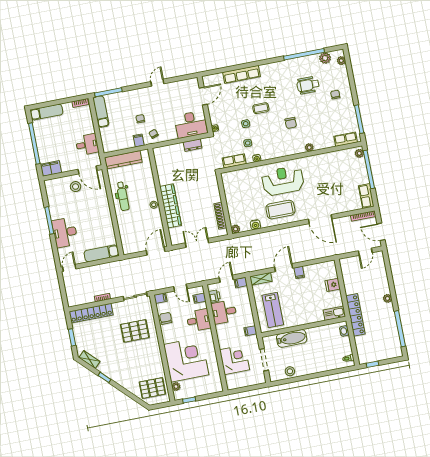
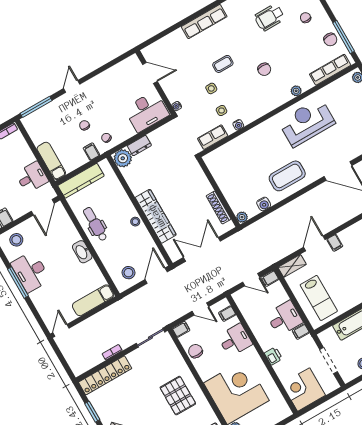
row of seats: (242, 74) -> (204, 22), moved
door: (157, 83) -> (72, 86), moved
door: (203, 96) -> (150, 73), hinge flipped
exam couch: (101, 112) -> (51, 161), moved
chair: (348, 118) -> (330, 40), added
row of seats: (346, 139) -> (330, 70), width x1.48
dresser: (193, 145) -> (139, 146), moved
plant: (161, 154) -> (123, 158), added
door: (87, 170) -> (43, 207), hinge flipped
reception desk: (283, 181) -> (307, 122), moved
stool: (76, 187) -> (16, 240), moved
dental chair: (123, 196) -> (95, 224), turned 180
washbasin: (106, 214) -> (82, 252), added
desk: (65, 232) -> (31, 272), moved
stool: (135, 242) -> (128, 273), added
double door: (197, 243) -> (202, 249), width x1.37
door: (226, 279) -> (251, 280), swing flipped
printer: (214, 296) -> (273, 356), moved
desk: (224, 312) -> (284, 318), moved, turned 180
pallet: (135, 331) -> (178, 396), moved, turned 90
corner desk: (235, 360) -> (304, 390), moved, turned -90

